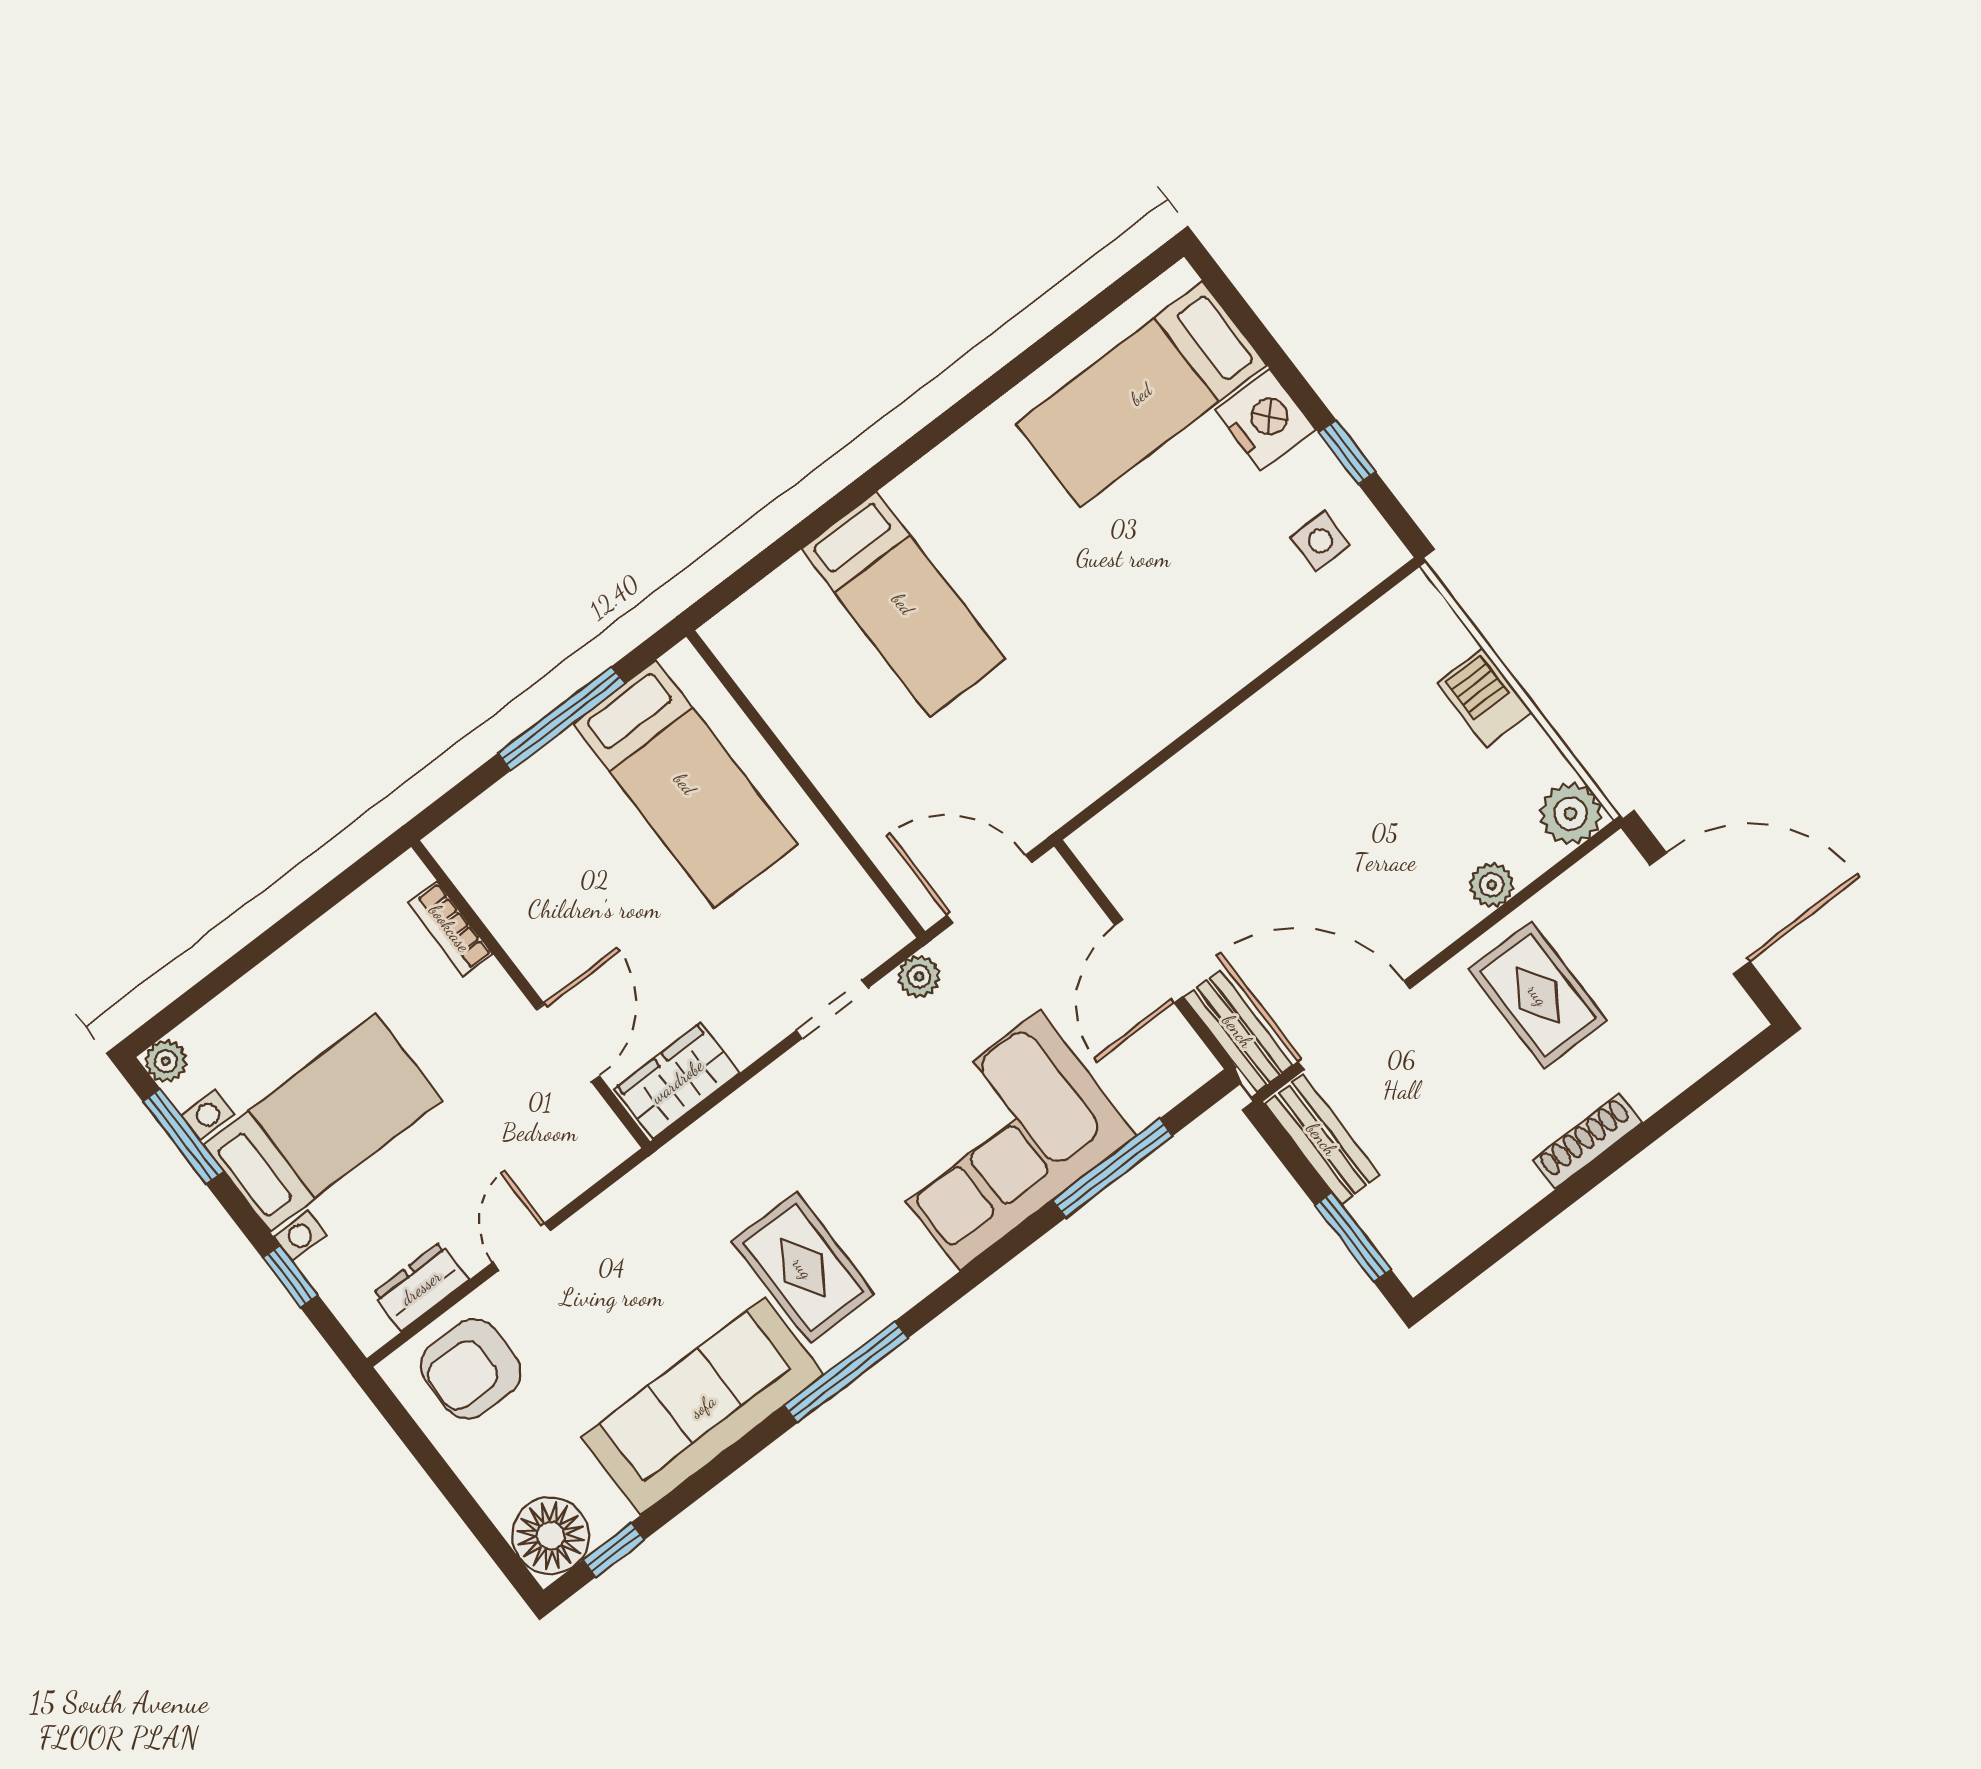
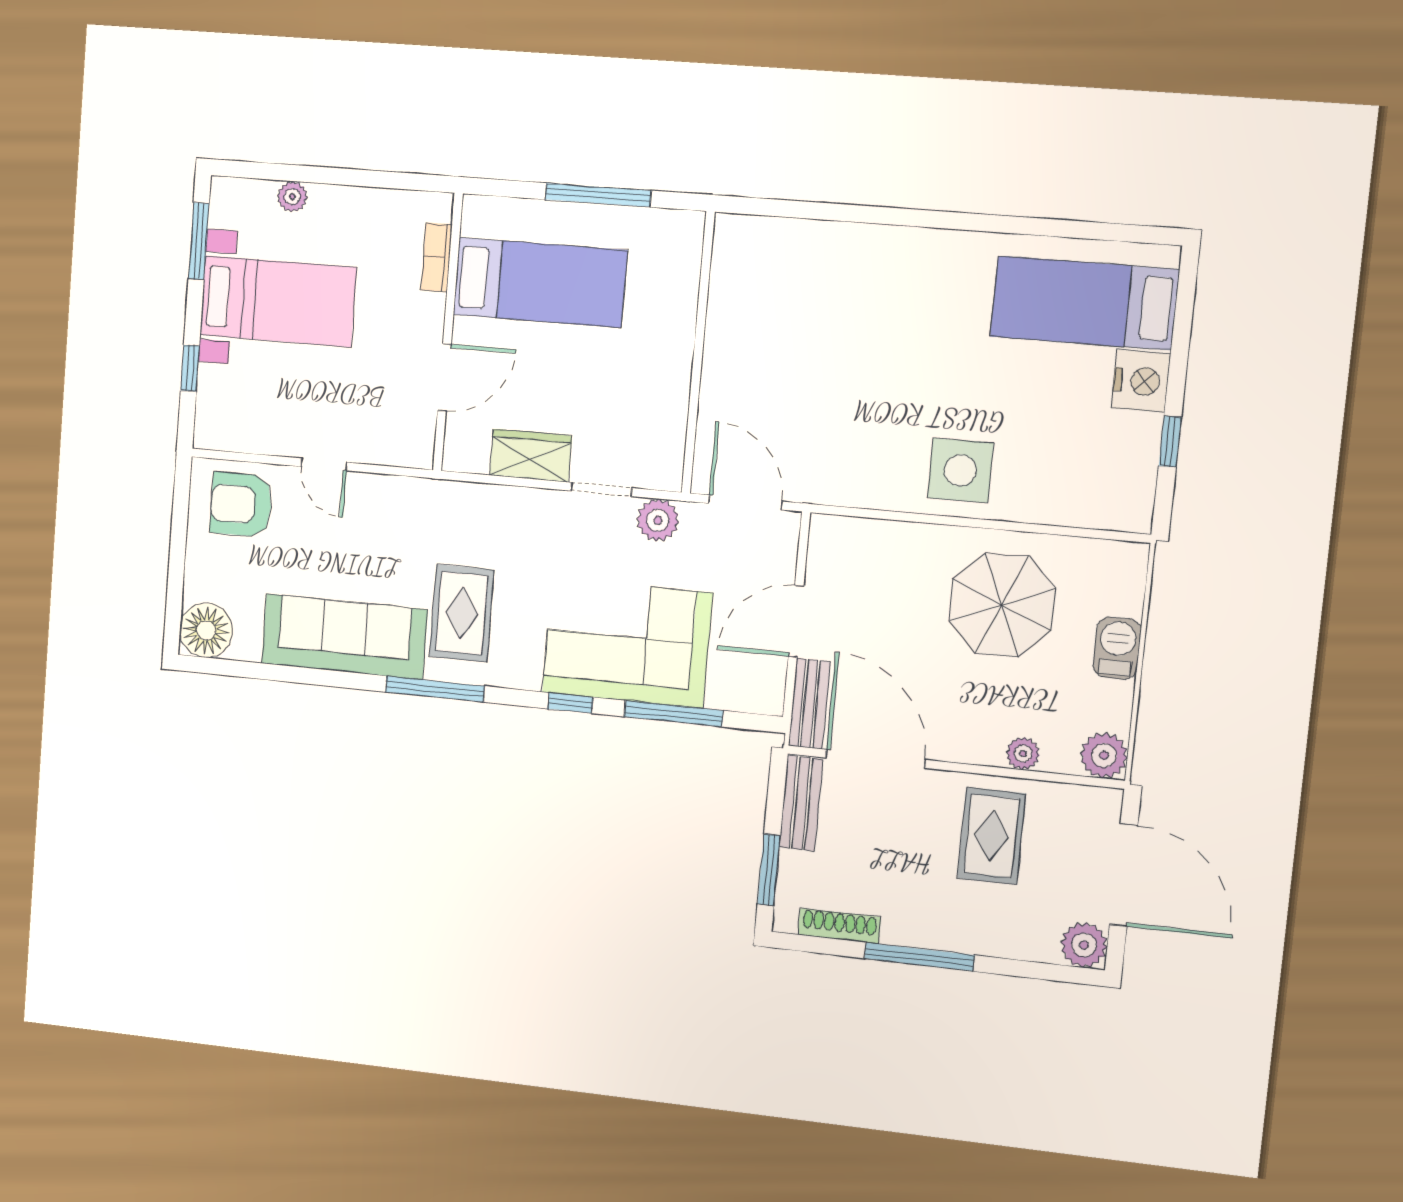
side table: (1320, 541) -> (960, 470), moved, width x1.87, depth x1.87
bed: (903, 604) -> (842, 301), removed
parasol: (1335, 758) -> (1002, 605), added
bed: (685, 784) -> (540, 283), moved, turned -90
plant: (919, 976) -> (658, 520), width x1.38, depth x1.38
plant: (1727, 1019) -> (1084, 945), added
plant: (166, 1061) -> (292, 197), moved
wardrobe: (677, 1081) -> (531, 456), moved
shoe rack: (1587, 1141) -> (839, 926), moved
window: (1581, 1183) -> (919, 957), added
door: (522, 1247) -> (324, 464), swing flipped
dresser: (421, 1287) -> (253, 437), removed
window: (613, 1550) -> (570, 703), moved

